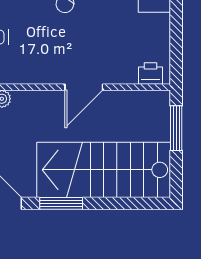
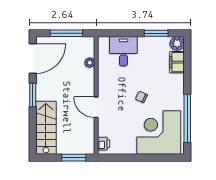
stairs: (104, 170) -> (46, 128), width x0.73, depth x0.66

